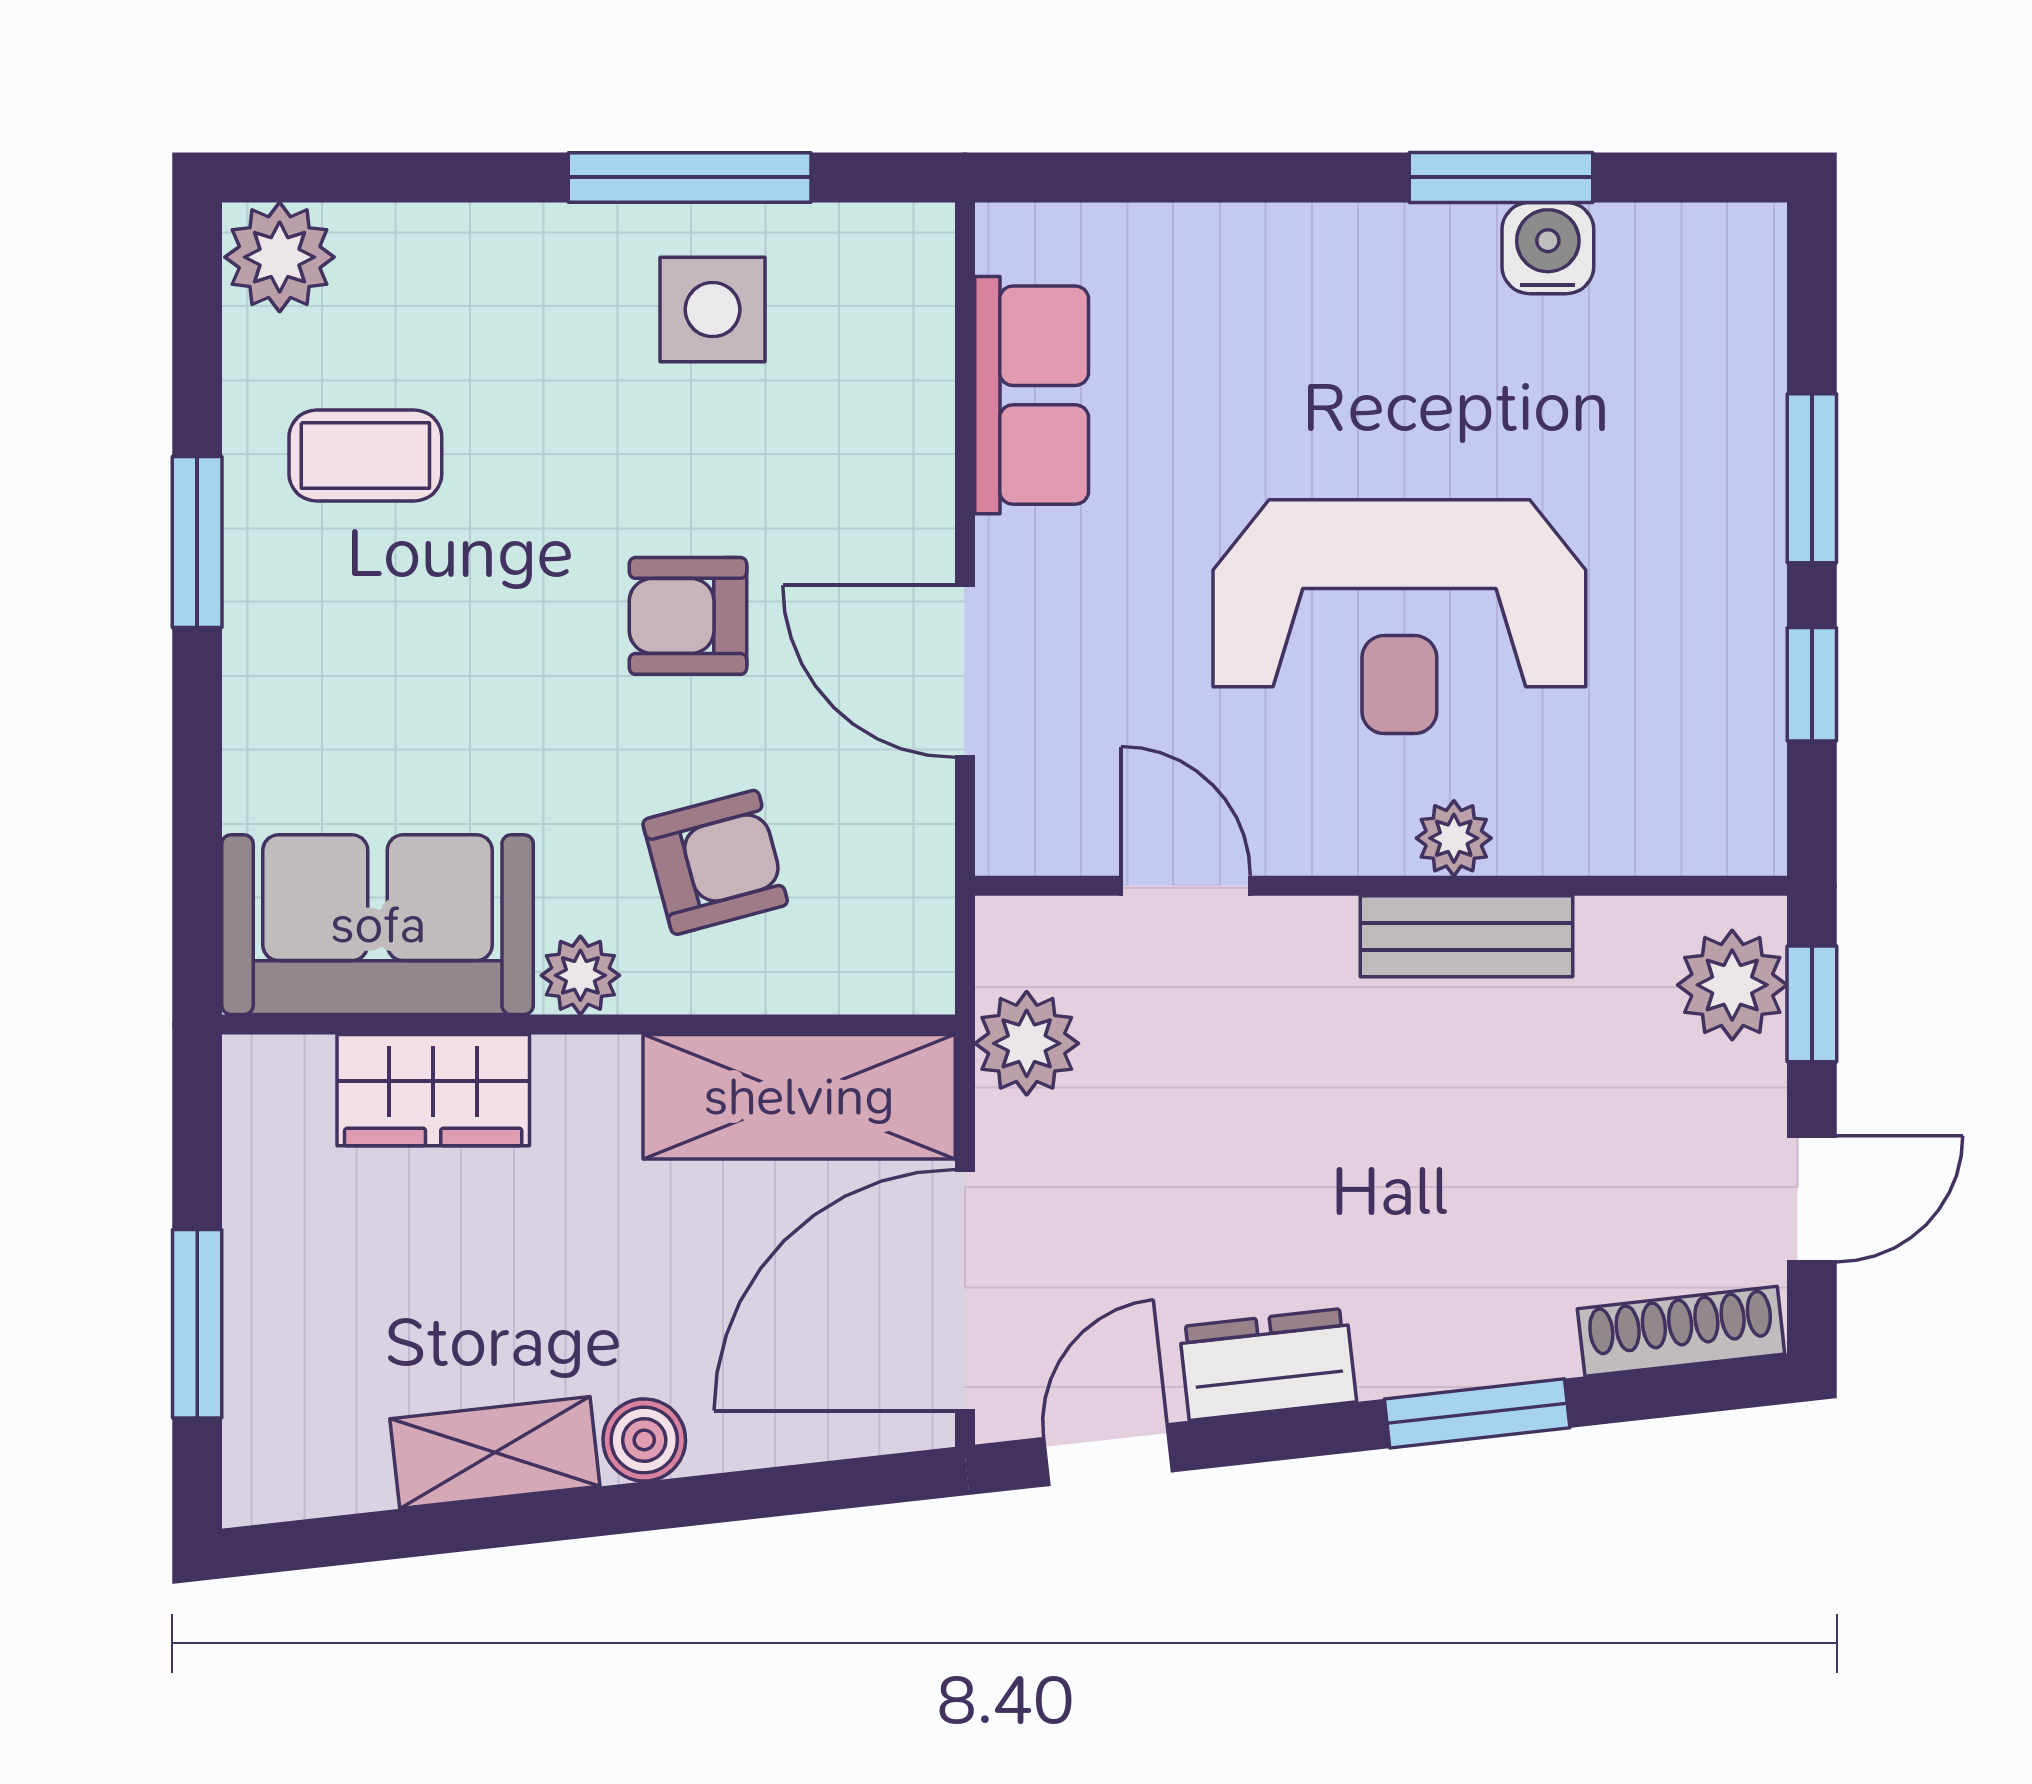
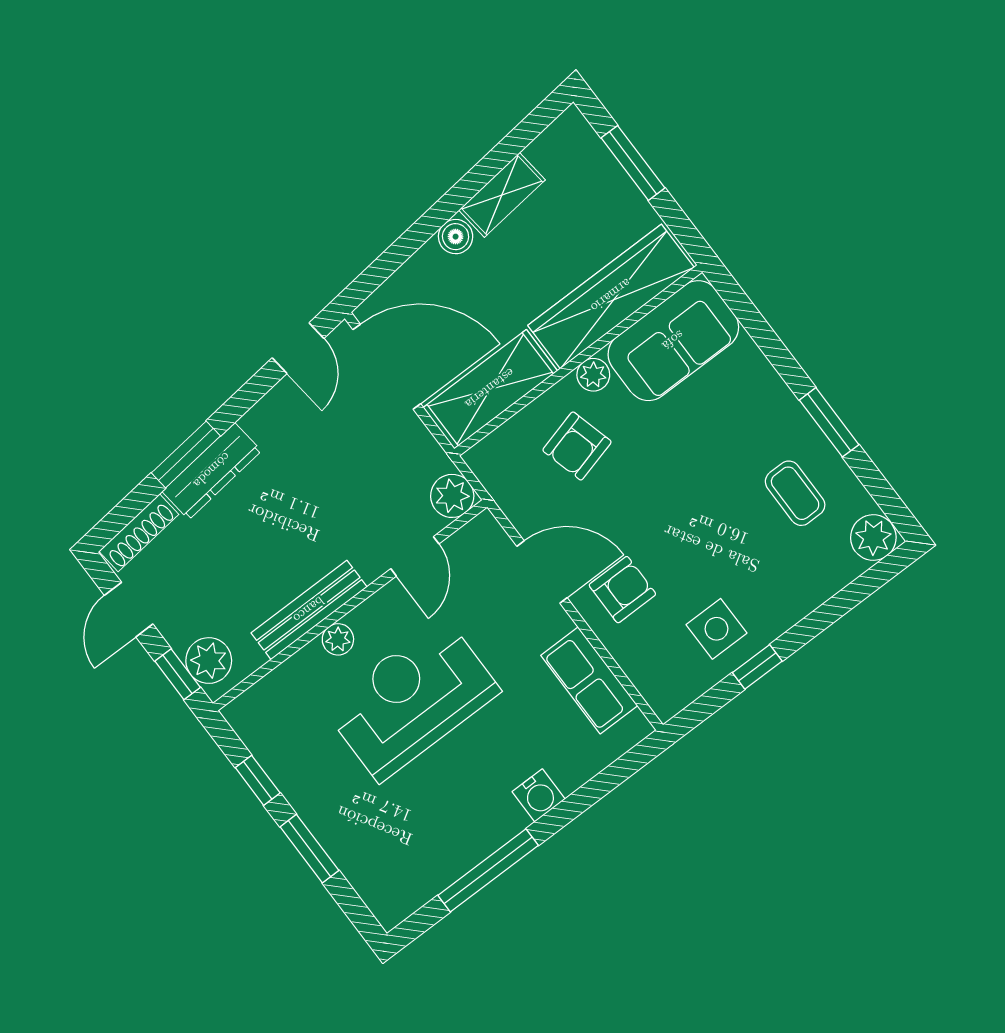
window: (690, 177) -> (757, 667), width x0.46
window: (1501, 177) -> (488, 870), width x1.44
water cooler: (1548, 248) -> (539, 795), moved
coffee table: (365, 455) -> (795, 493), turned 90
armchair: (688, 616) -> (622, 590), moved
door: (1186, 886) -> (415, 556), hinge flipped
bench: (1467, 936) -> (309, 610), width x1.36
plant: (1027, 1043) -> (452, 496), moved
wardrobe: (433, 1090) -> (611, 296), width x2.10, depth x1.17
door: (965, 1290) -> (387, 367), hinge flipped
dresser: (1268, 1364) -> (212, 471), moved, width x1.44

